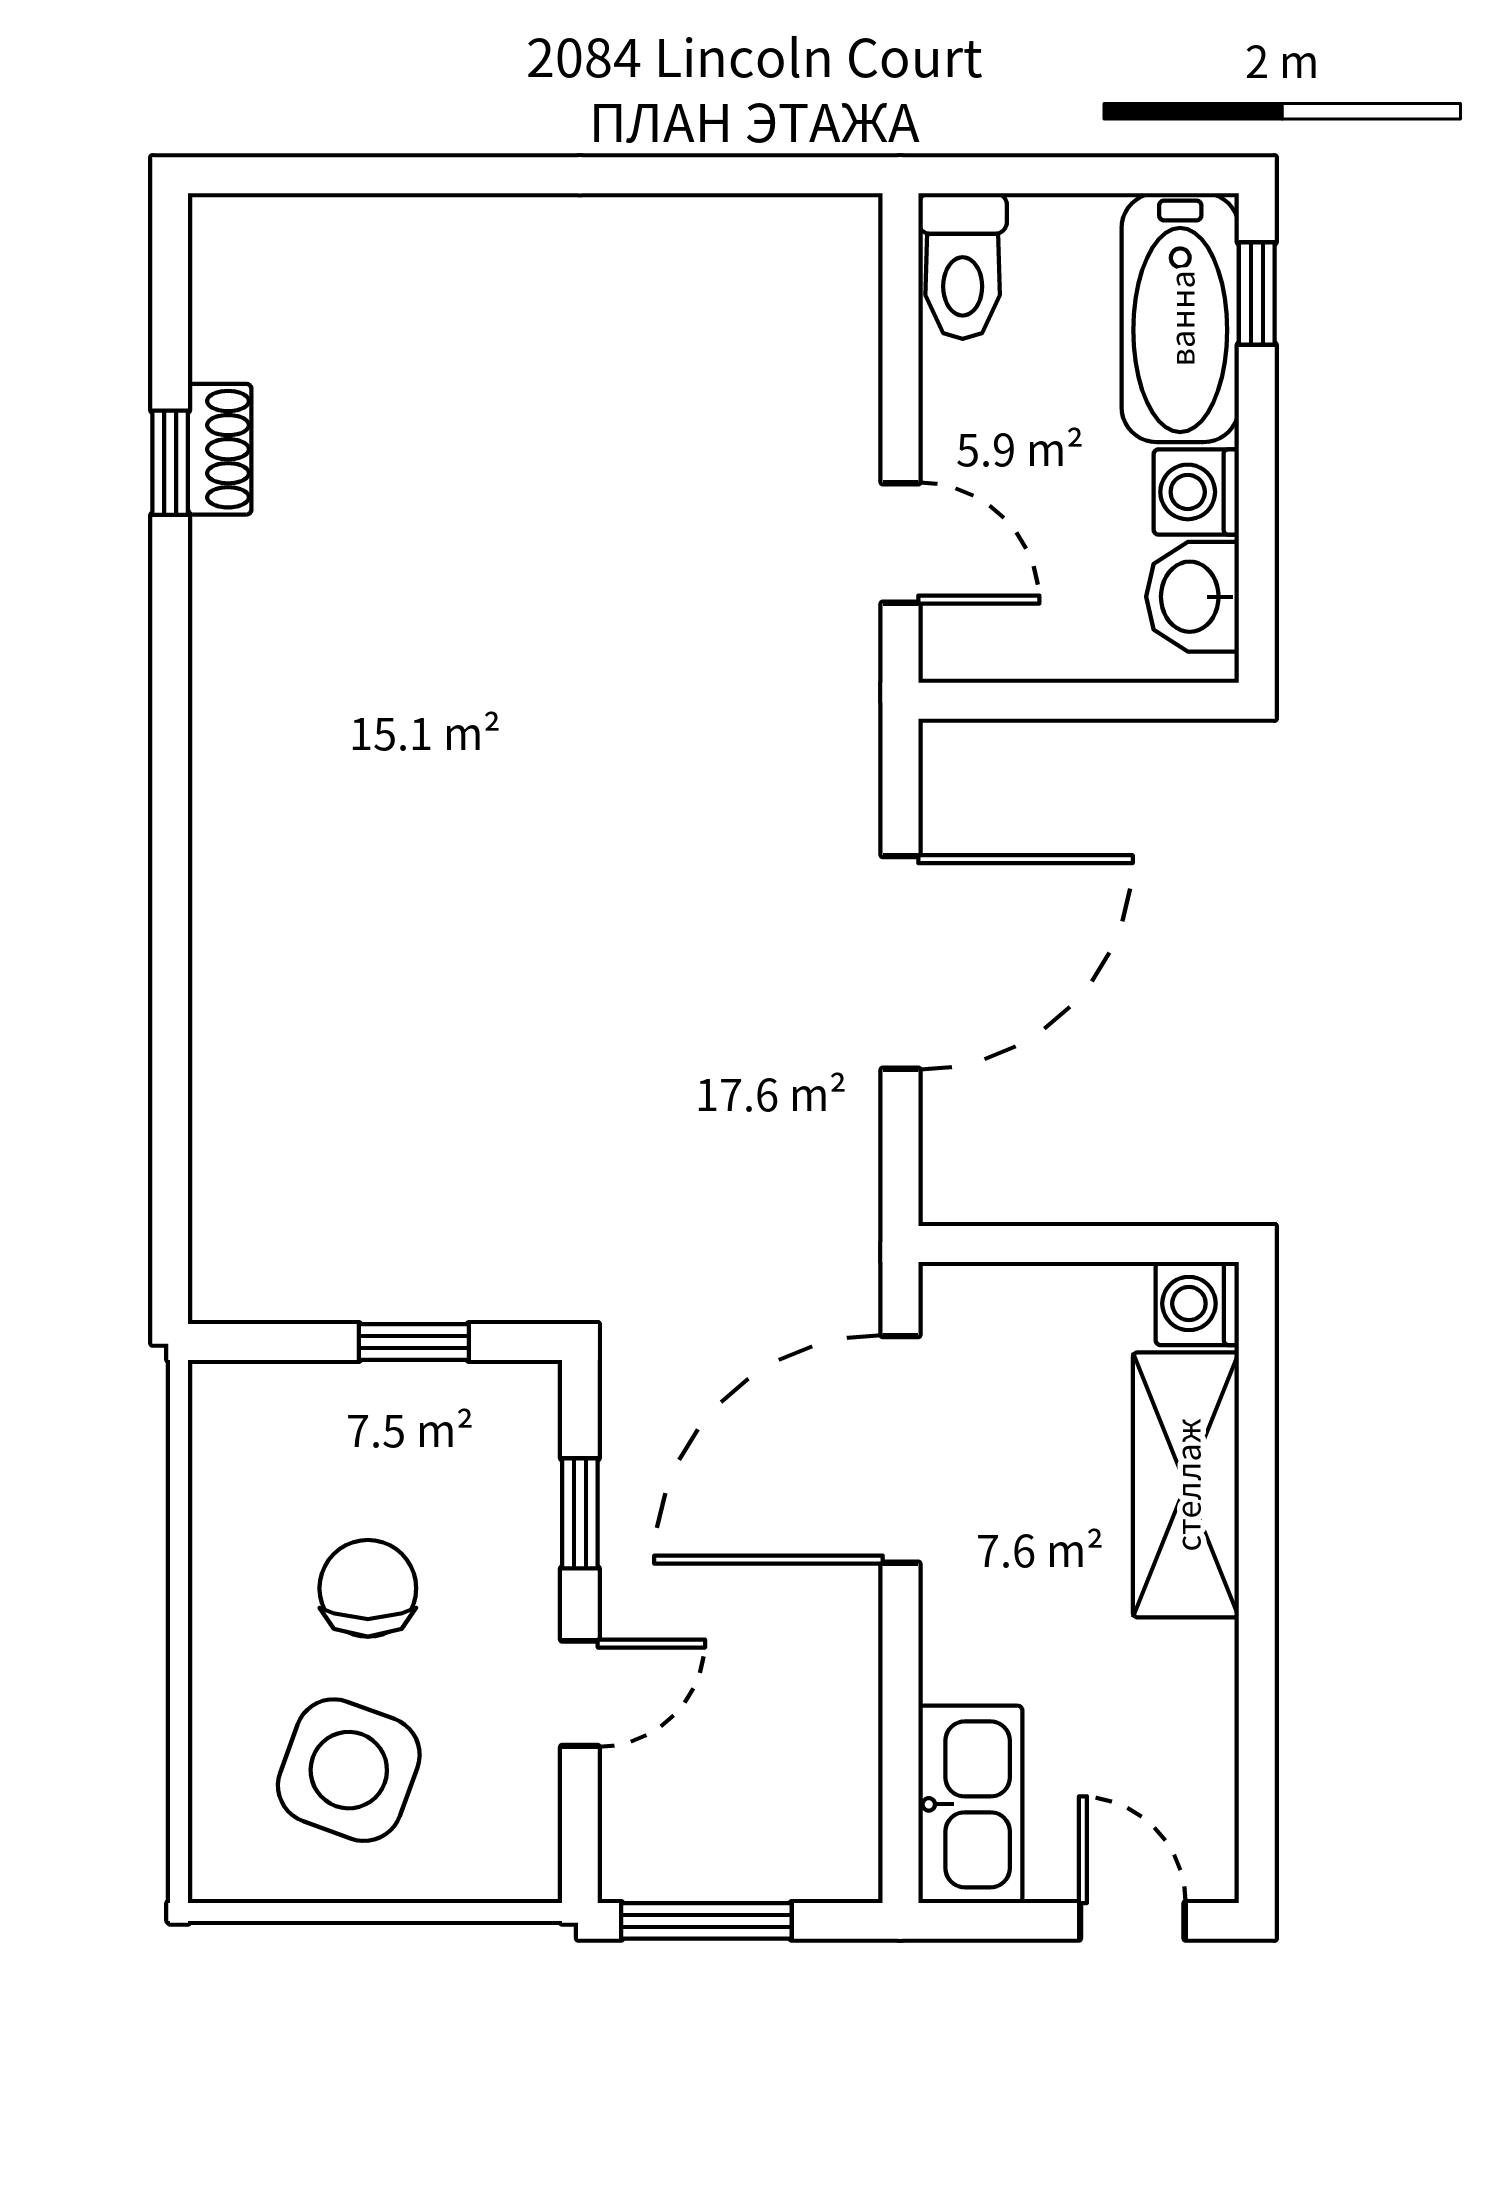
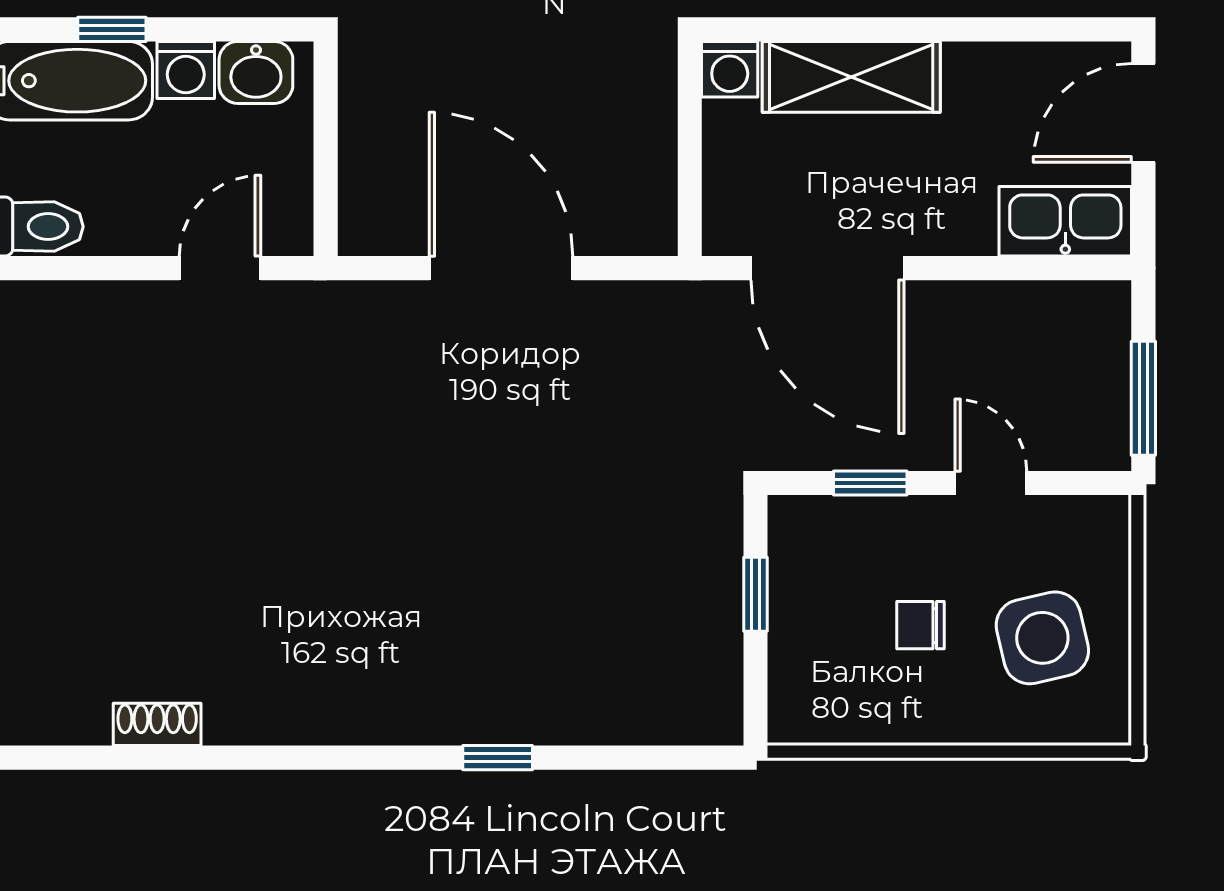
window: (1257, 293) -> (112, 29), moved
window: (170, 463) -> (498, 758), moved
chair: (368, 1588) -> (921, 625), width x0.73, depth x0.73
side table: (349, 1770) -> (1042, 638), turned -33
door: (1132, 1921) -> (1143, 113), width x1.37

